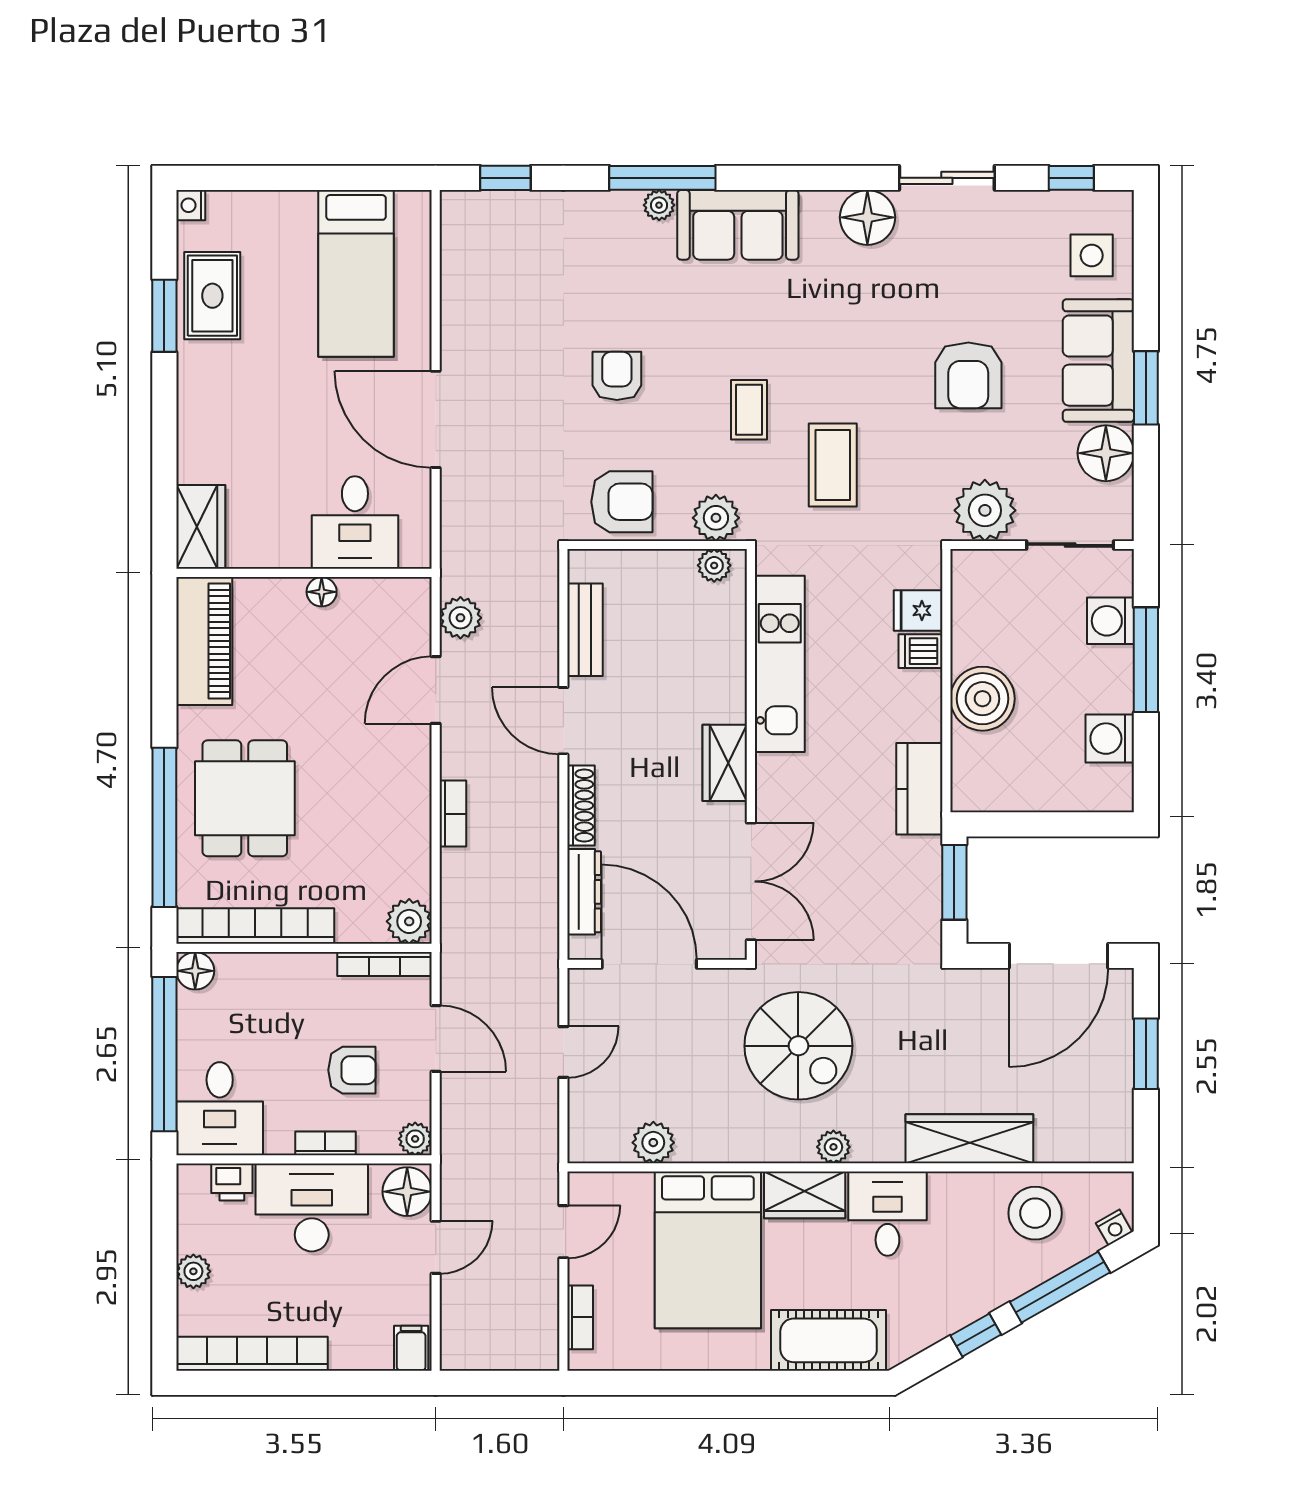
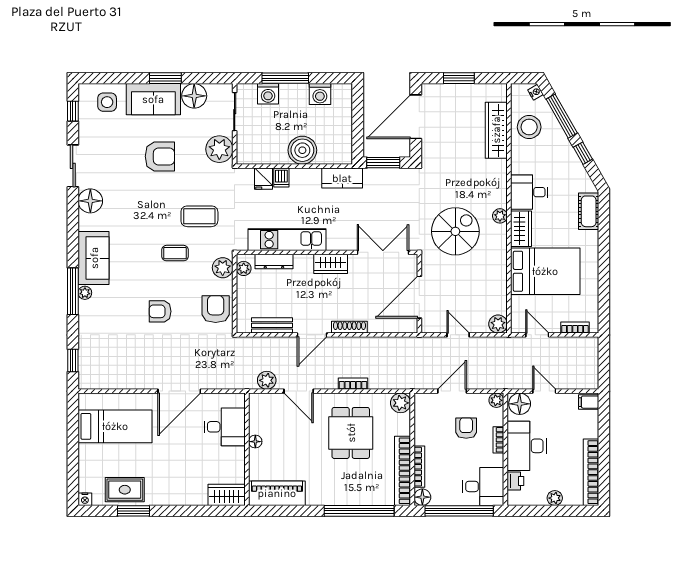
dining table: (245, 798) -> (351, 433), moved, turned 90
dresser: (584, 892) -> (274, 261), moved, turned 180
door: (1059, 956) -> (416, 117), swing flipped
bookcase: (385, 964) -> (419, 467), moved
wardrobe: (969, 1139) -> (496, 130), moved
plant: (653, 1143) -> (498, 324), moved
cot: (829, 1340) -> (589, 211), width x0.73, depth x0.75

